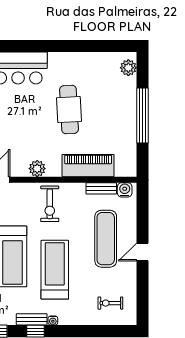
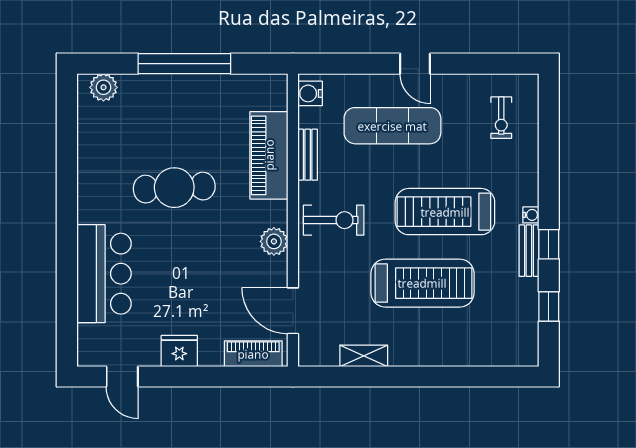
bench: (101, 188) -> (308, 155), moved

